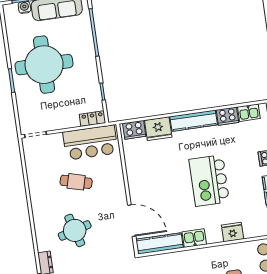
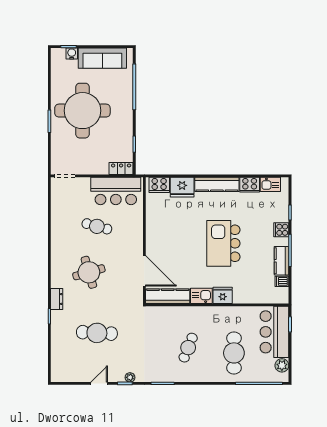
fridge: (232, 232) -> (223, 295), moved

